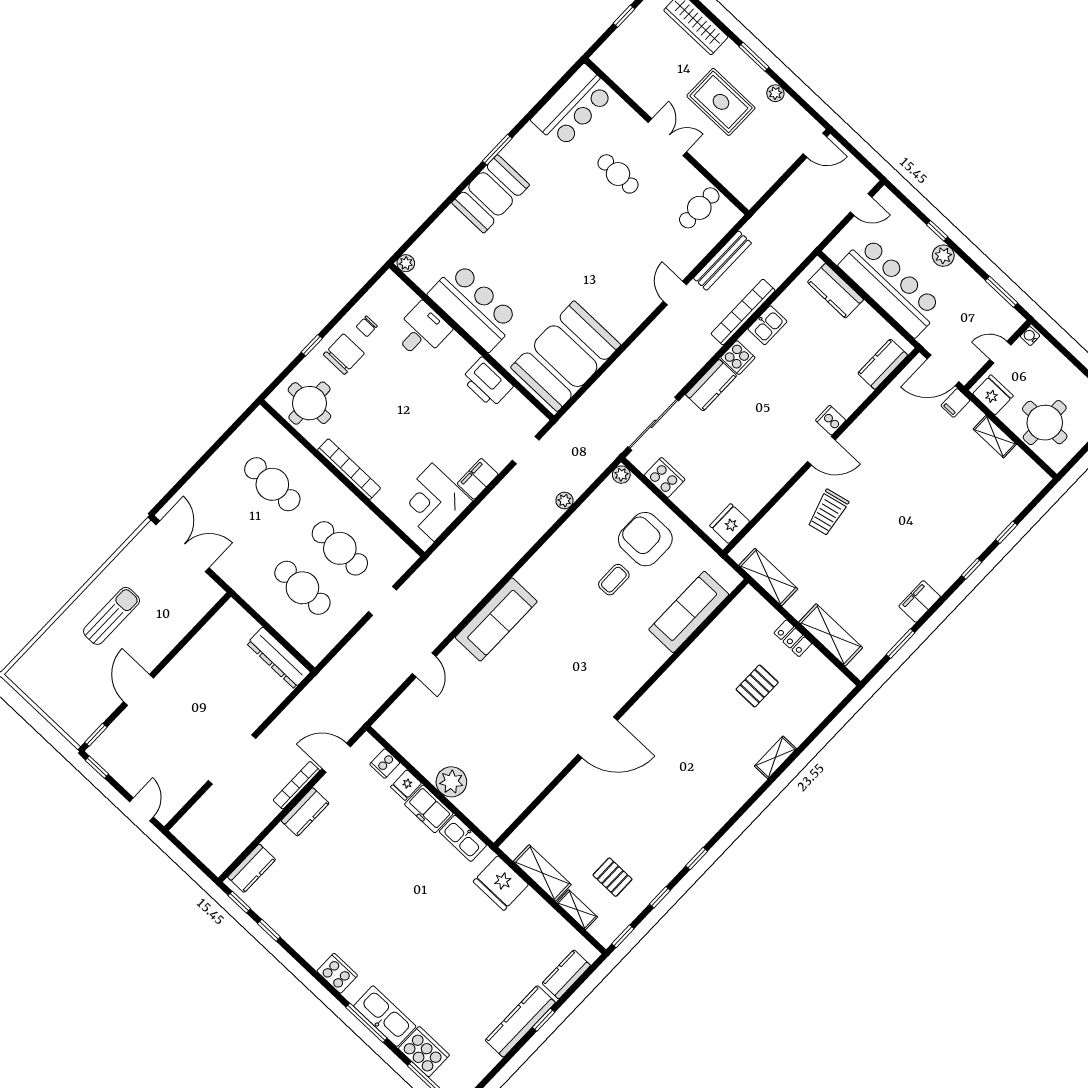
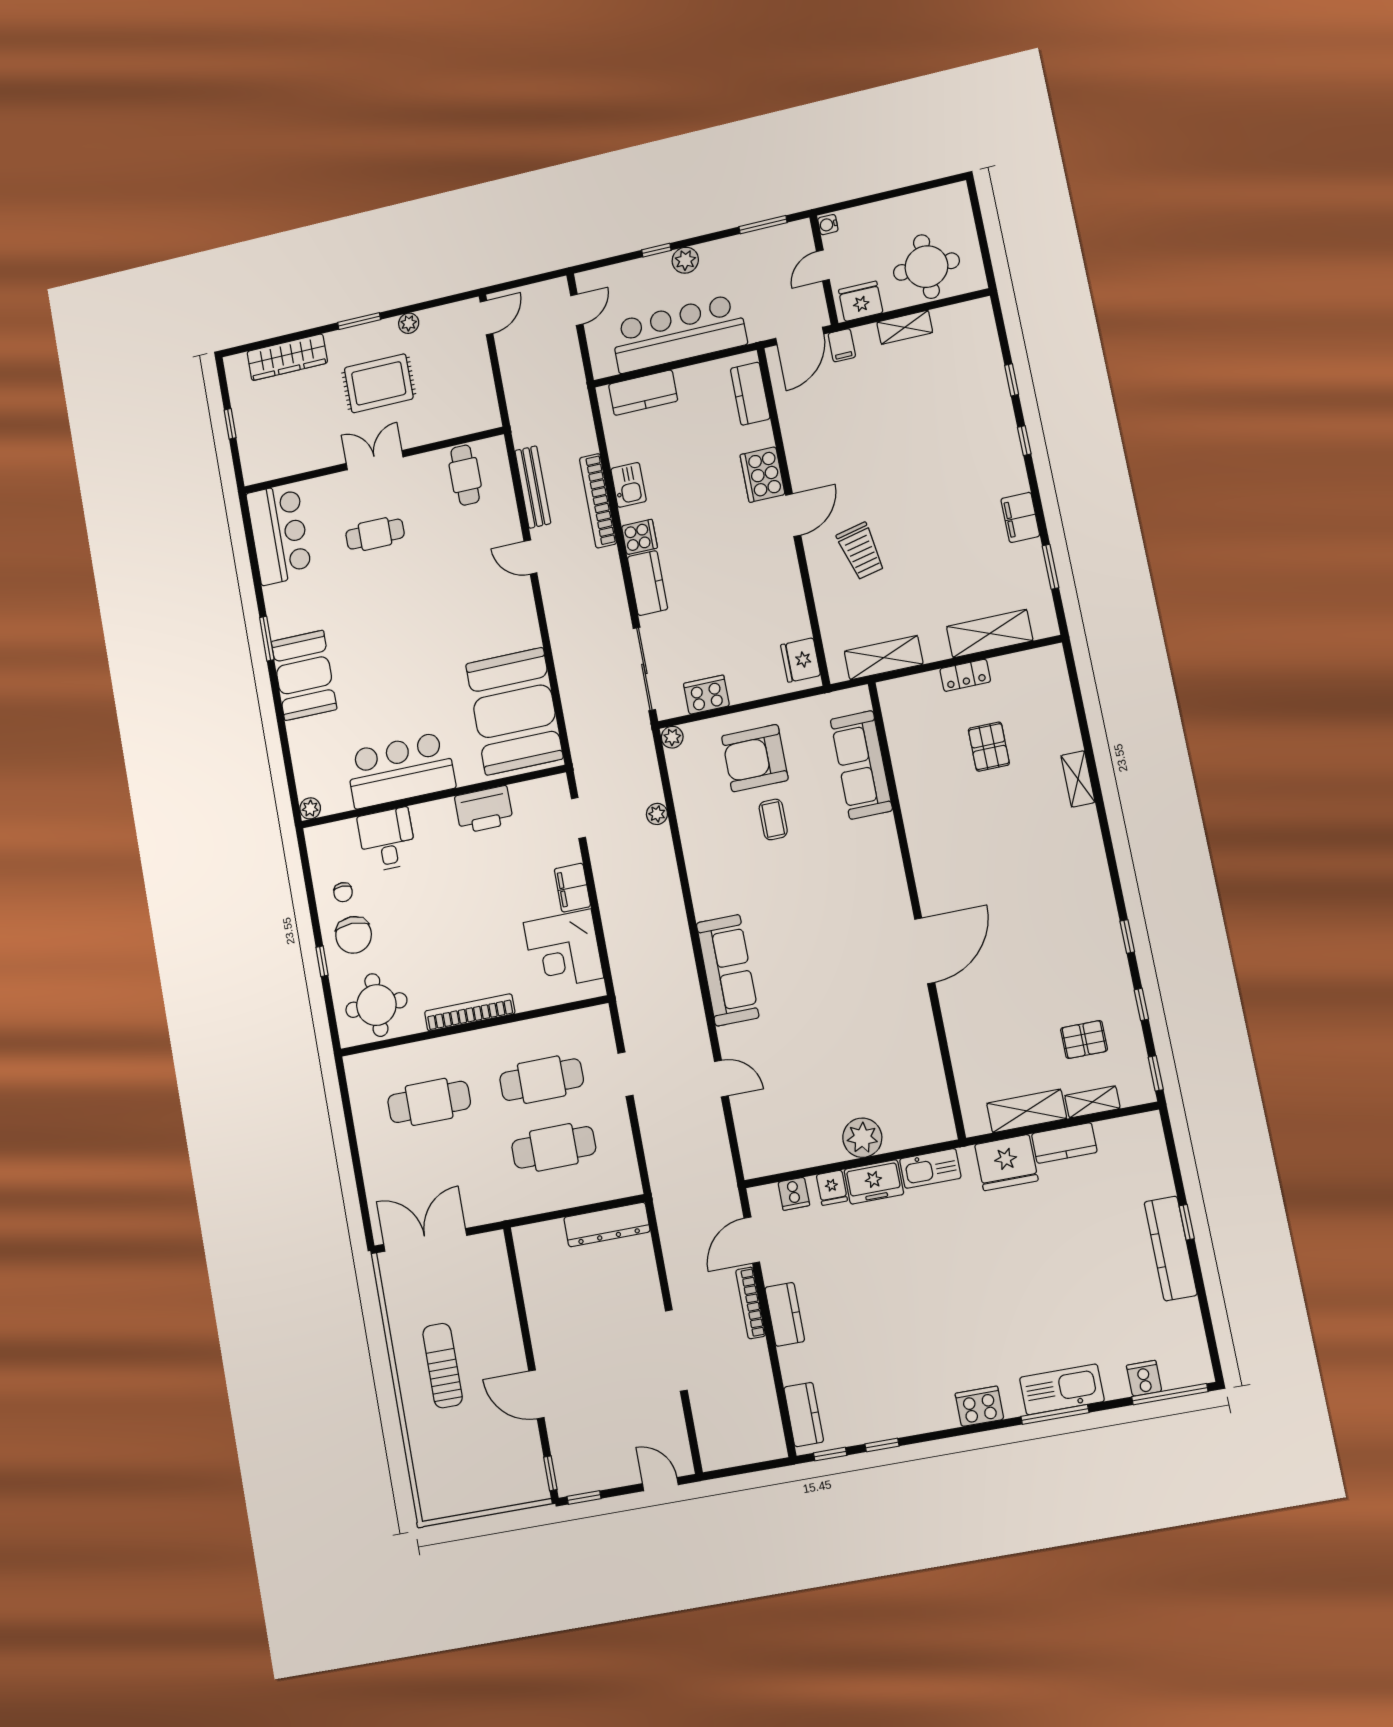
chair: (344, 354) -> (354, 935), turned 180
cooker: (831, 420) -> (762, 475), width x1.87, depth x1.31
kitchen counter: (566, 974) -> (1064, 1143), moved, turned -90
cooker: (424, 1052) -> (1144, 1378), width x0.53, depth x0.76

